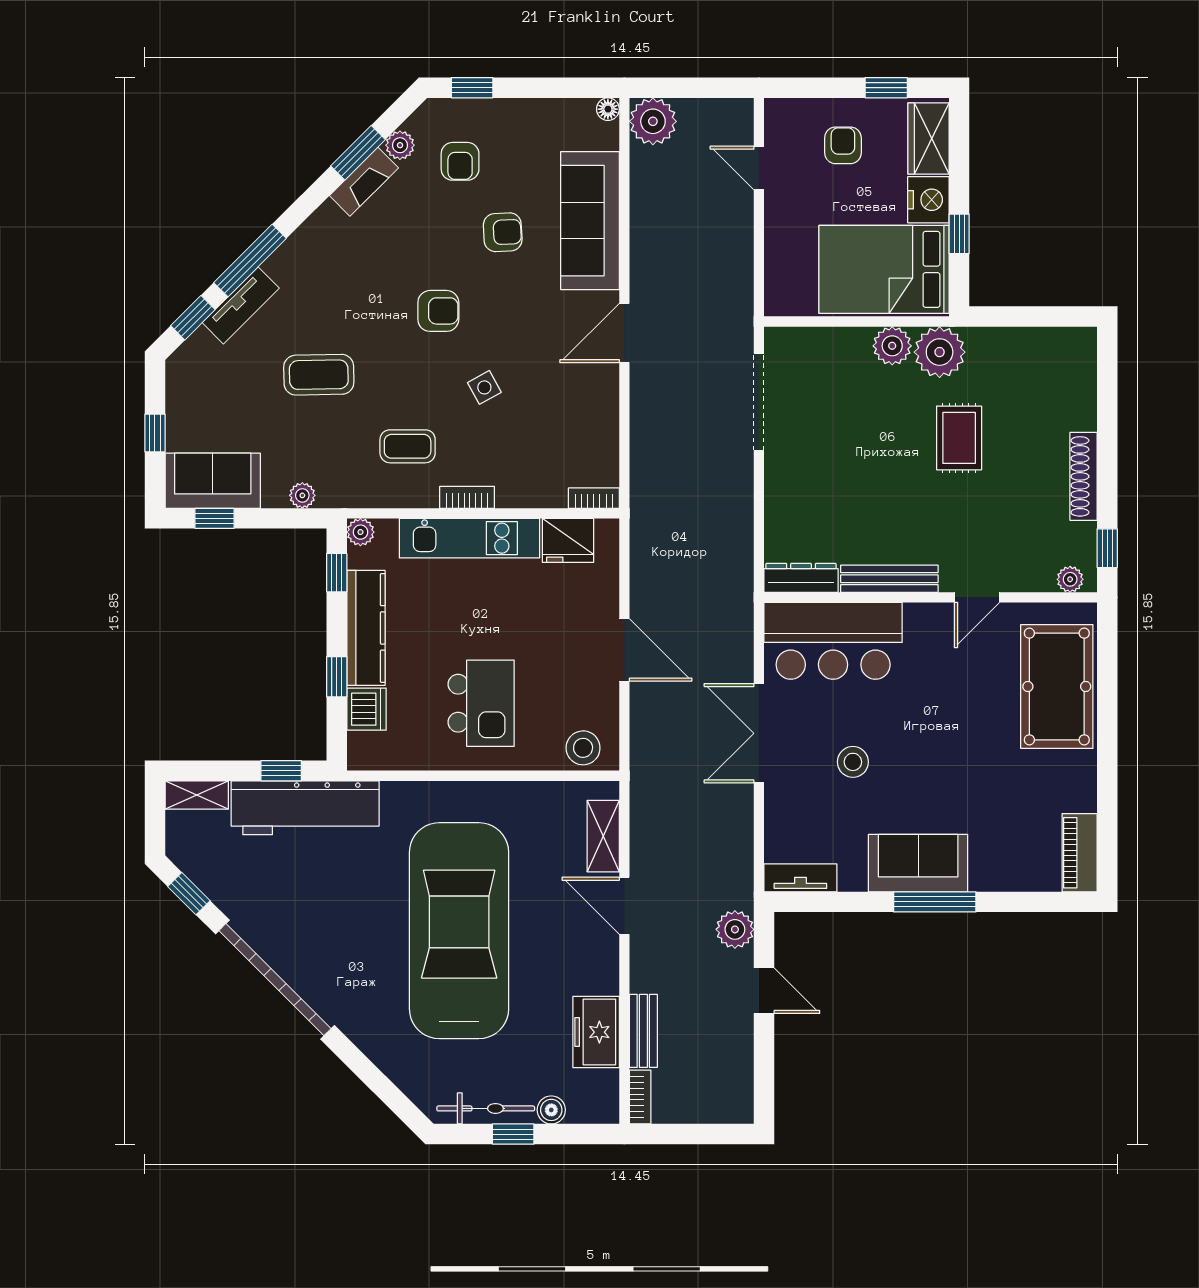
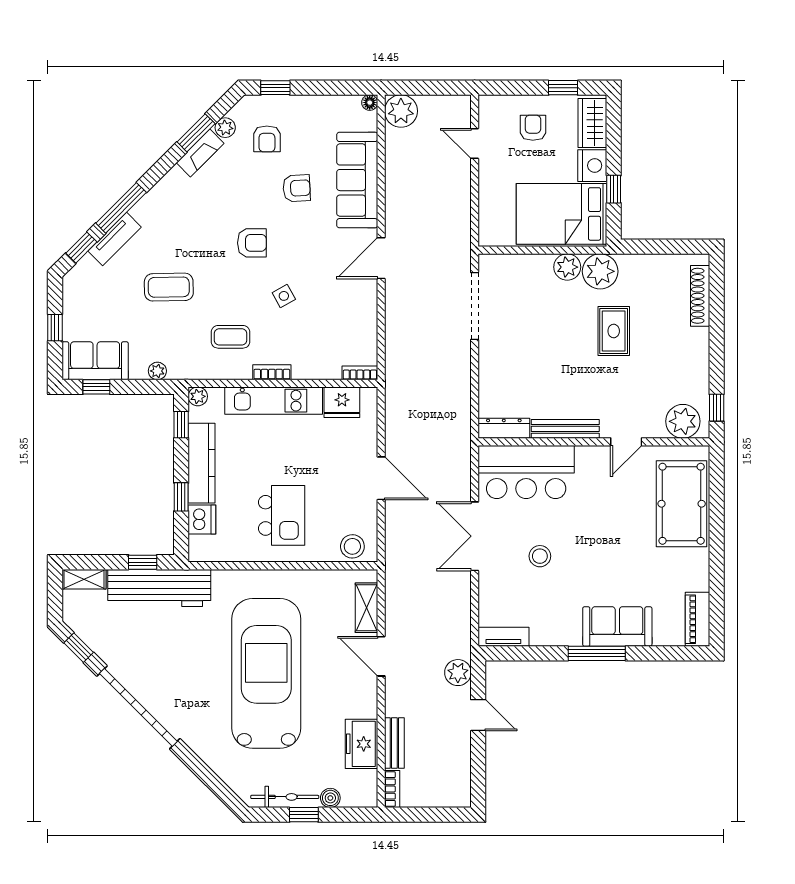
shoe rack: (1083, 476) -> (700, 296), moved
plant: (1070, 579) -> (683, 421), width x1.88, depth x1.88
sofa: (918, 863) -> (617, 626), moved

